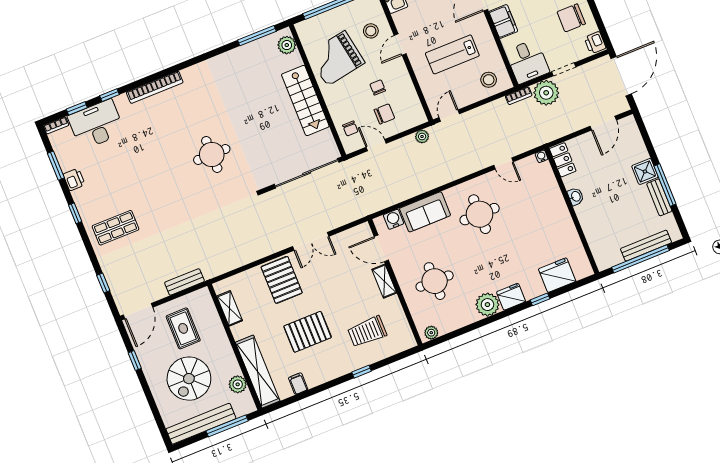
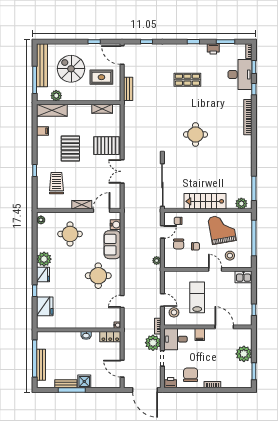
filing cabinet: (503, 21) -> (200, 335), width x0.50
door: (449, 116) -> (162, 300), moved
shop shelf: (116, 228) -> (187, 80), moved, turned 90
shelving: (258, 372) -> (52, 110), width x0.68

